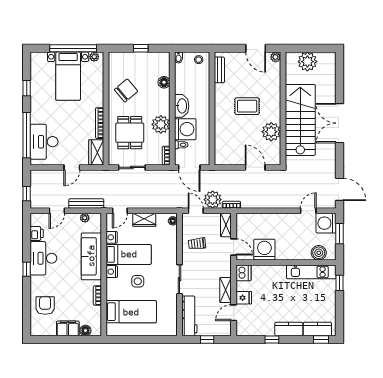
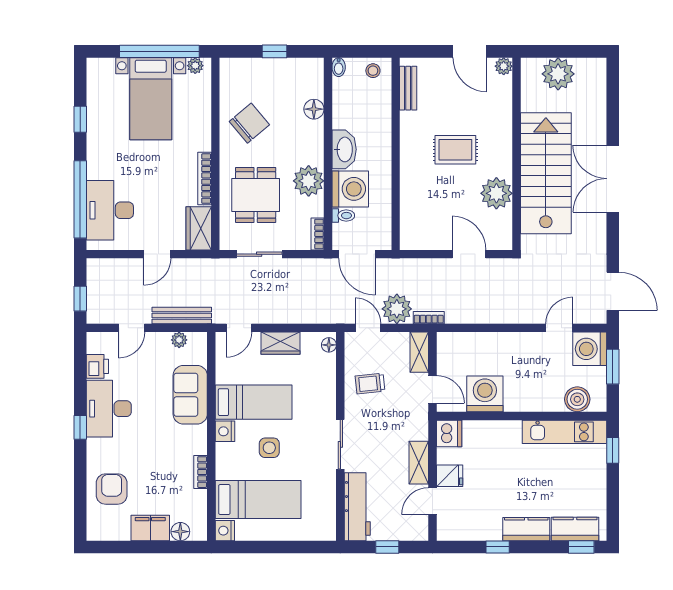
nightstand: (112, 237) -> (225, 531), moved
sofa: (91, 256) -> (190, 395), width x0.73

